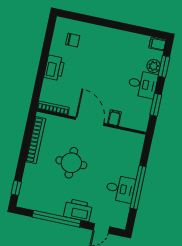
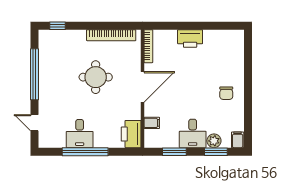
chair: (73, 40) -> (226, 93), moved
filing cabinet: (114, 118) -> (152, 123), moved
printer: (78, 210) -> (131, 134), moved, turned 180

